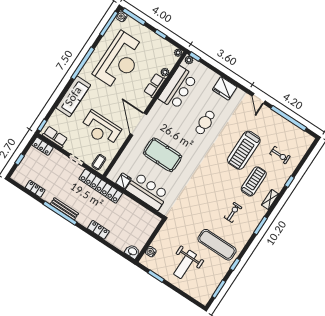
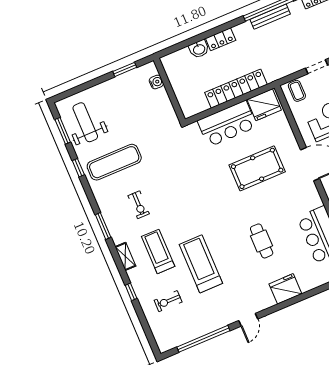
door: (259, 98) -> (248, 320), swing flipped
fridge: (123, 181) -> (264, 105), width x1.88, depth x1.34
treadmill: (254, 181) -> (158, 251), turned 180
locker: (101, 186) -> (236, 89), moved
washbasin: (132, 252) -> (199, 49), moved
weight bench: (185, 264) -> (85, 122), moved

